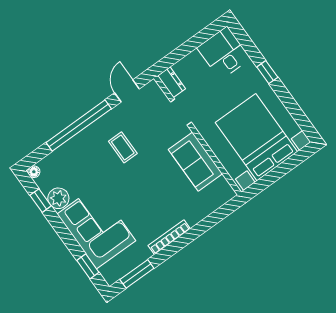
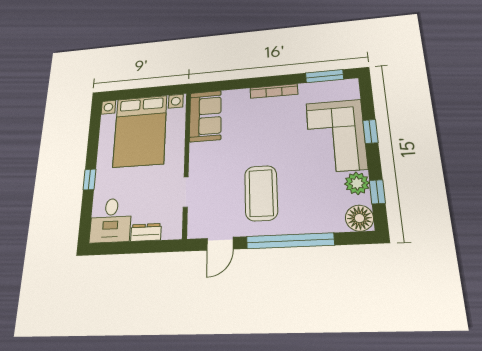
dresser: (172, 82) -> (146, 232), moved, turned 90
coffee table: (123, 147) -> (261, 193), width x1.86, depth x1.72
sofa: (195, 162) -> (205, 116), moved
floor lamp: (34, 172) -> (359, 218), width x1.89, depth x1.89
window: (88, 266) -> (370, 131), moved

